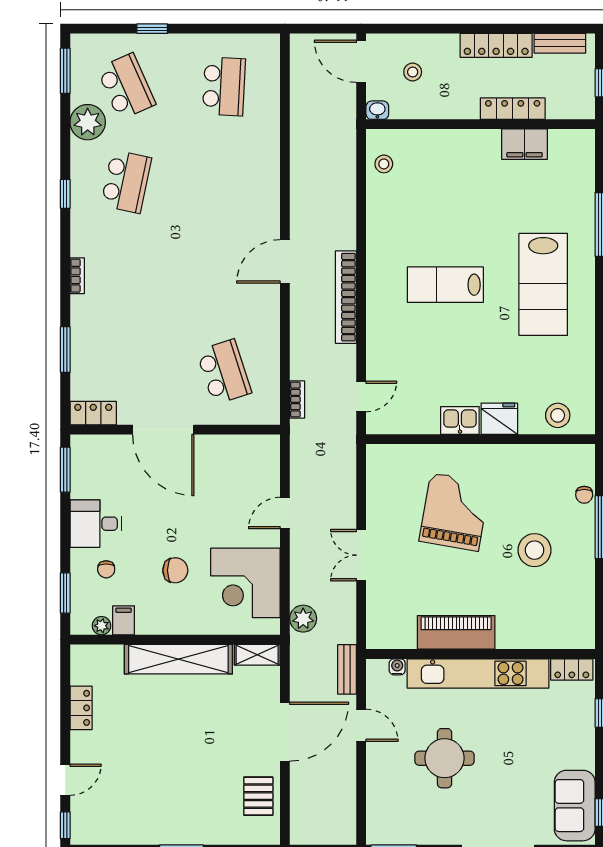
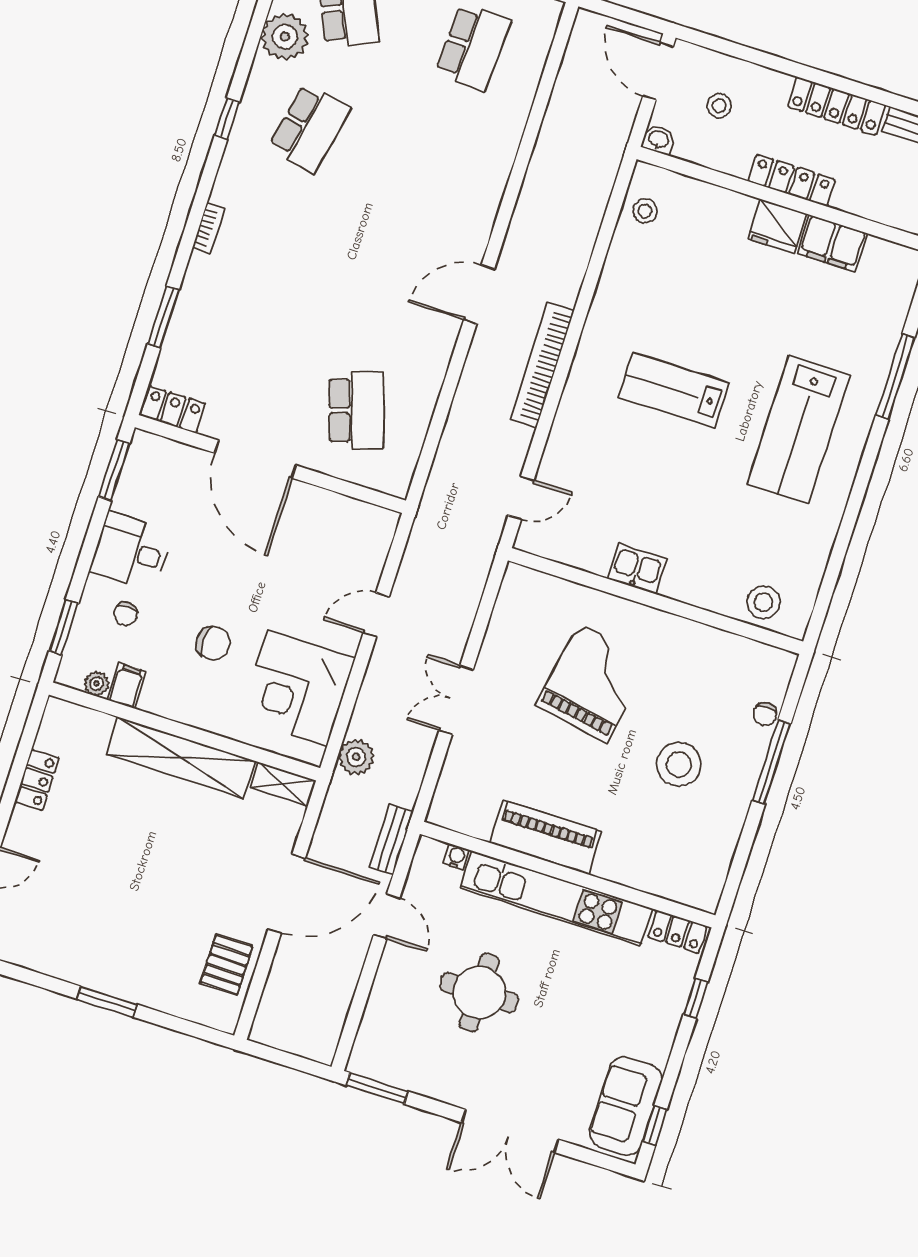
locker: (513, 109) -> (792, 180), moved
bookcase: (297, 399) -> (438, 475), removed
fridge: (499, 419) -> (777, 226), moved, turned 180

